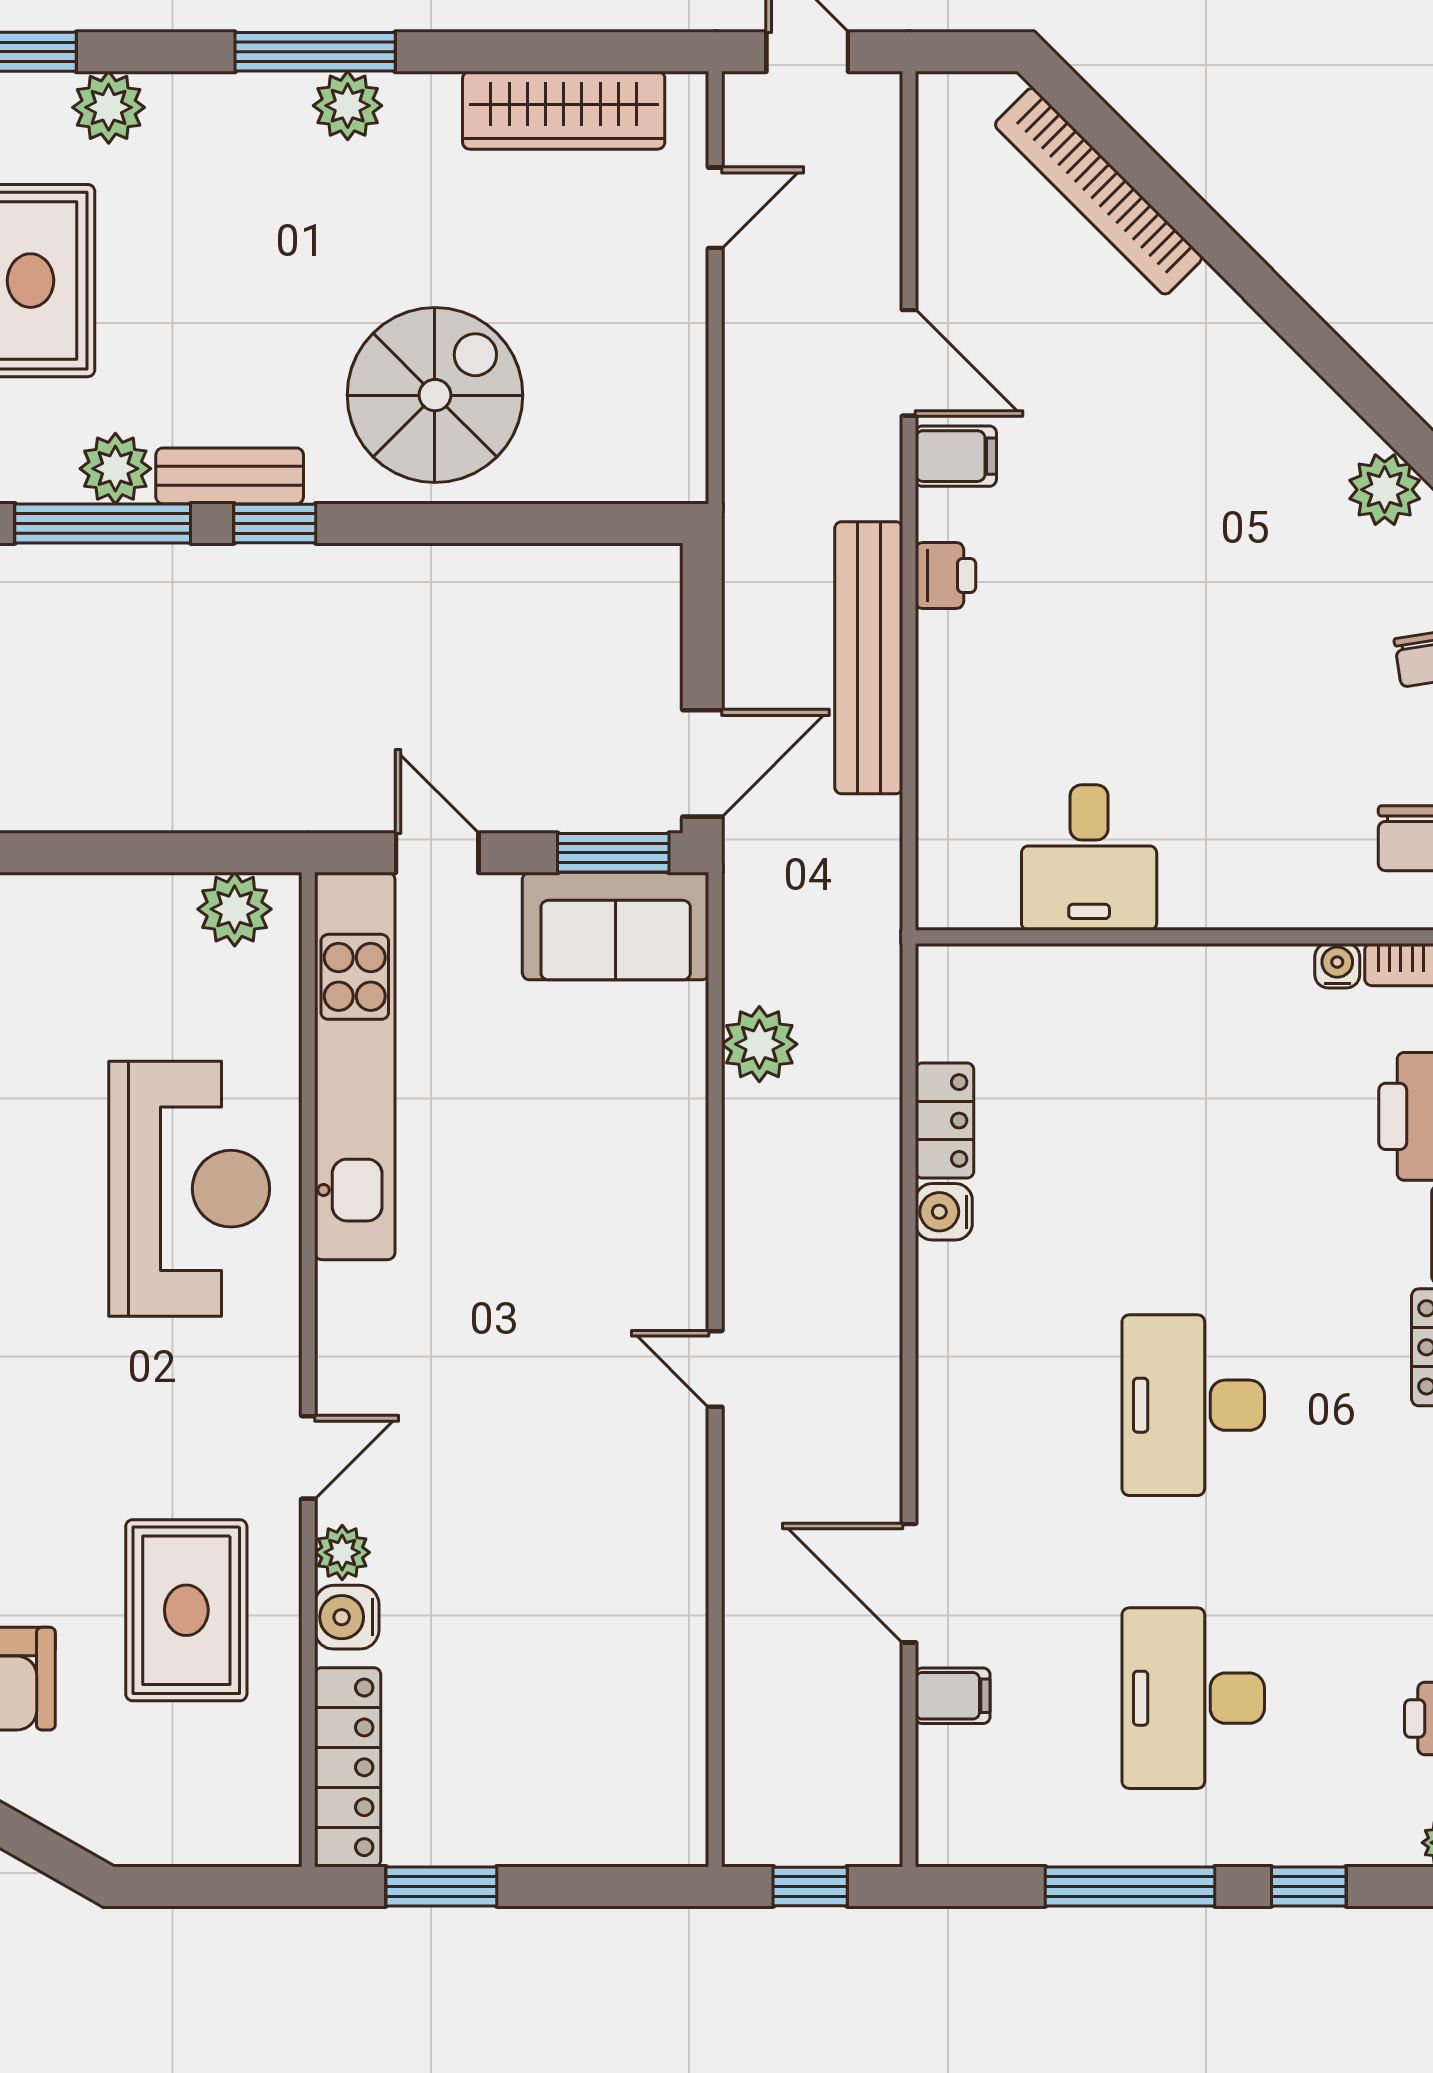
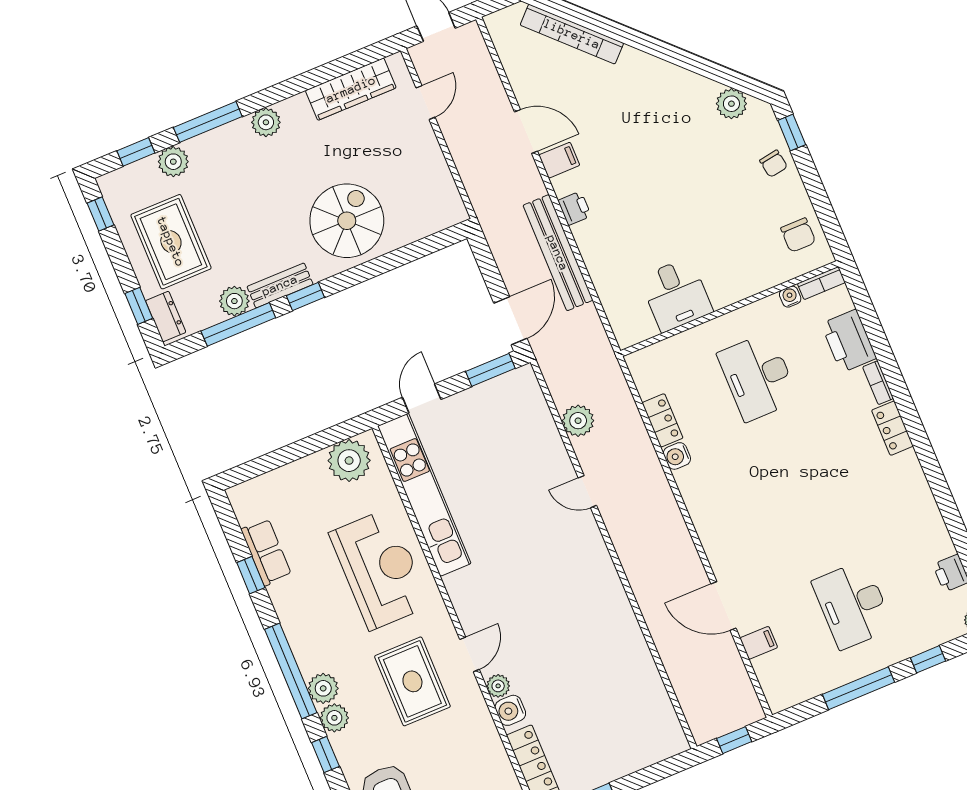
window: (315, 52) -> (208, 122), moved
door: (437, 853) -> (422, 398), hinge flipped
plant: (235, 909) -> (349, 461), width x1.36, depth x1.36
sofa: (616, 926) -> (503, 398), removed
door: (715, 1369) -> (587, 492), moved
desk: (1193, 1405) -> (758, 377), moved
rug: (186, 1610) -> (412, 681), moved

